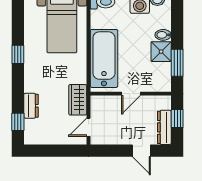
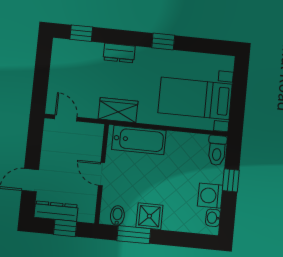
bidet: (163, 35) -> (117, 216), moved
bathtub: (104, 58) -> (139, 140), width x0.73, depth x0.73
wardrobe: (78, 100) -> (118, 110), moved
dresser: (31, 106) -> (119, 53), moved

